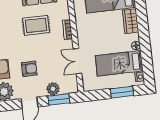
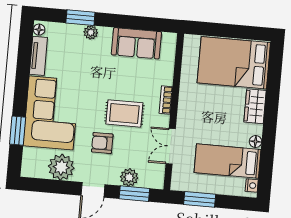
rug: (36, 25) -> (124, 113), moved
armchair: (29, 69) -> (102, 143), turned 180
window: (122, 92) -> (200, 199), moved

